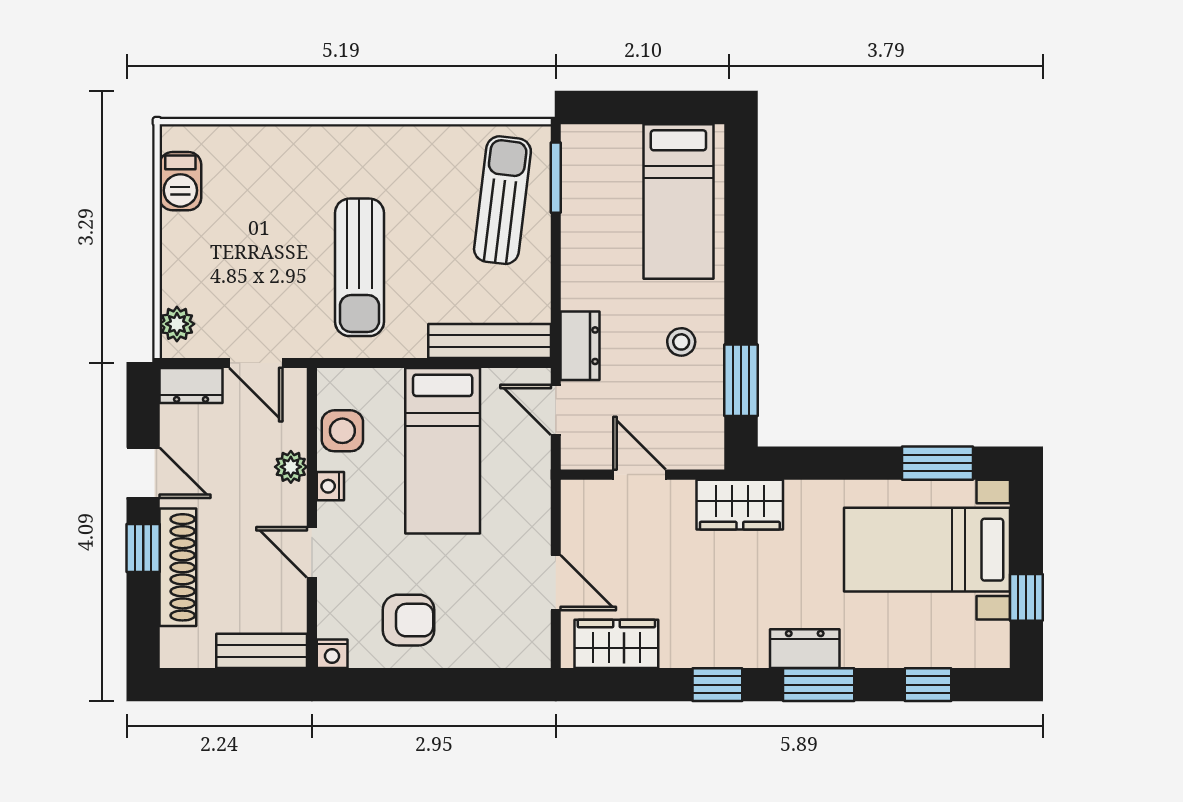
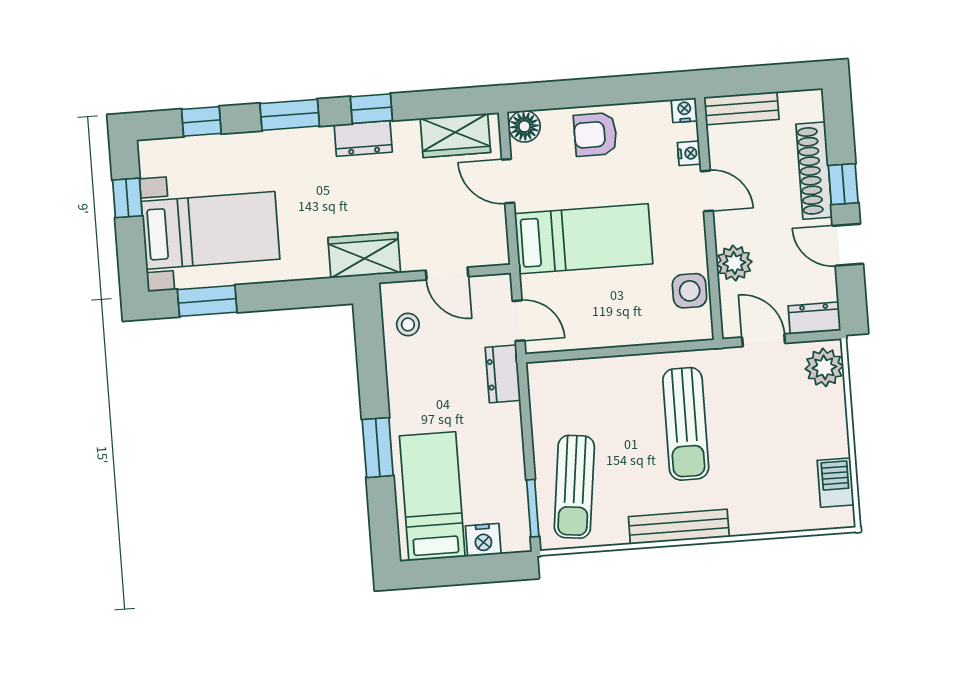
nightstand: (620, 143) -> (483, 540), added
sun lounger: (359, 267) -> (686, 424), turned 180
plant: (177, 324) -> (824, 367), width x1.38, depth x1.38
bench: (490, 341) -> (679, 527), moved
stool: (681, 342) -> (408, 324), moved
window: (741, 380) -> (378, 448), moved
bed: (443, 451) -> (584, 239), moved, turned 90
plant: (291, 467) -> (734, 263), width x1.38, depth x1.38
nightstand: (330, 486) -> (689, 153), moved
armchair: (409, 620) -> (595, 134), moved
floor lamp: (531, 649) -> (524, 126), added
dresser: (805, 649) -> (363, 138), moved

